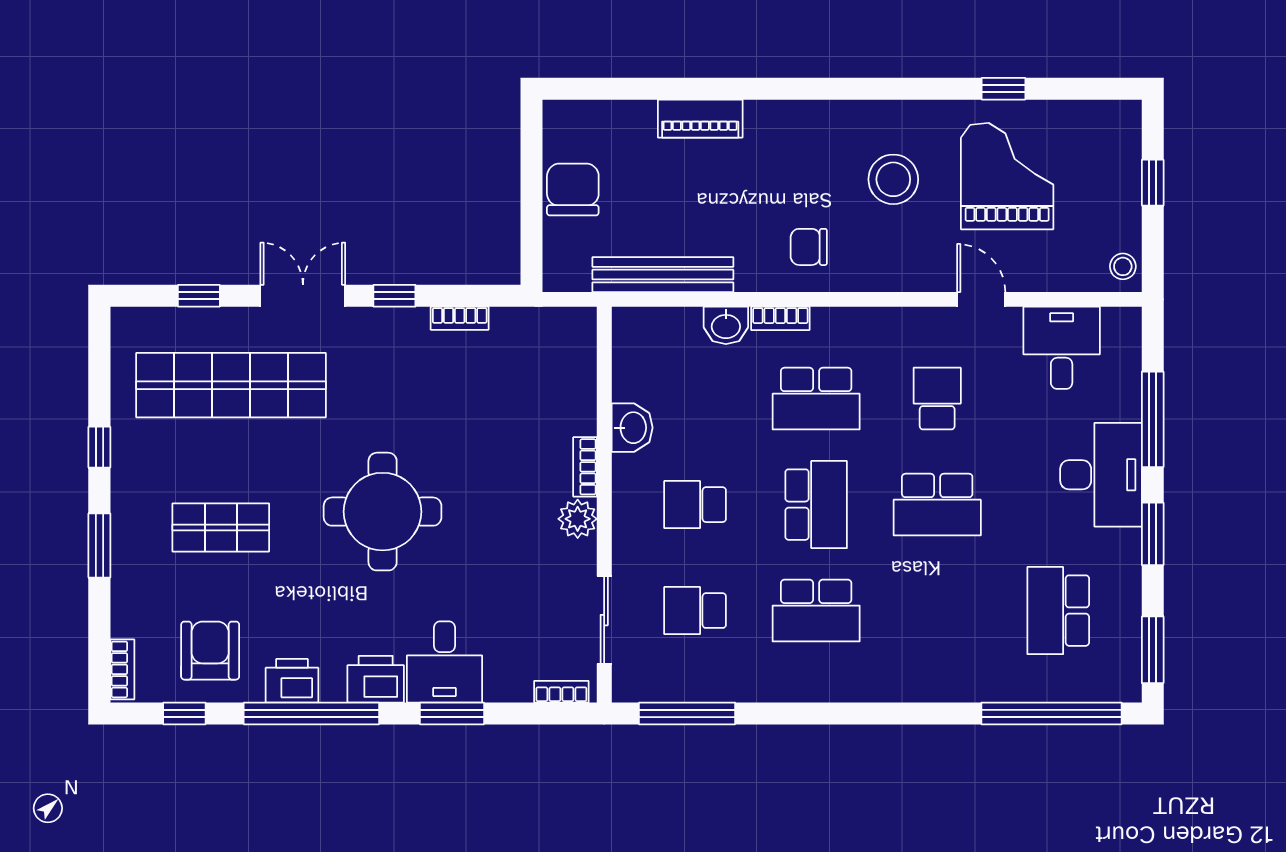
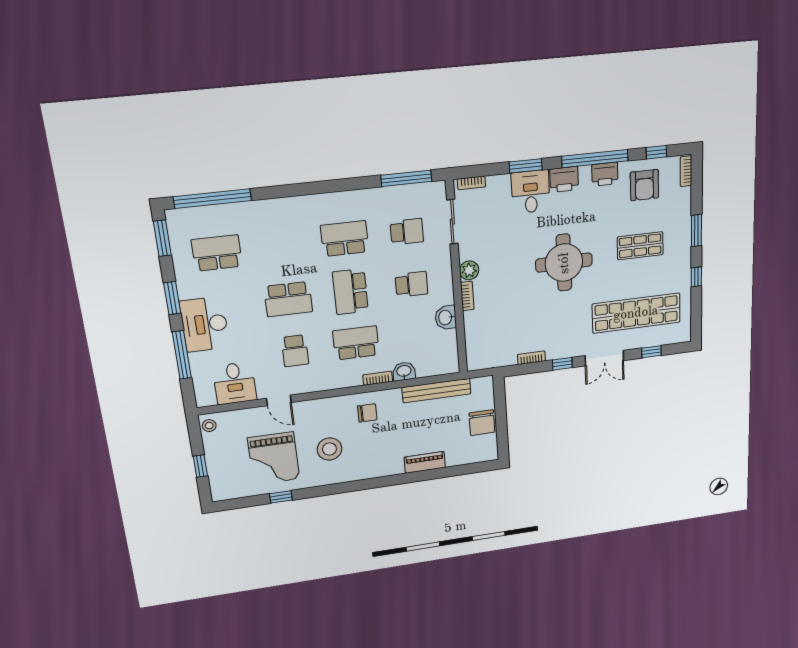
school desk: (937, 505) -> (288, 299), turned 180
school desk: (1058, 611) -> (217, 253), turned -90

